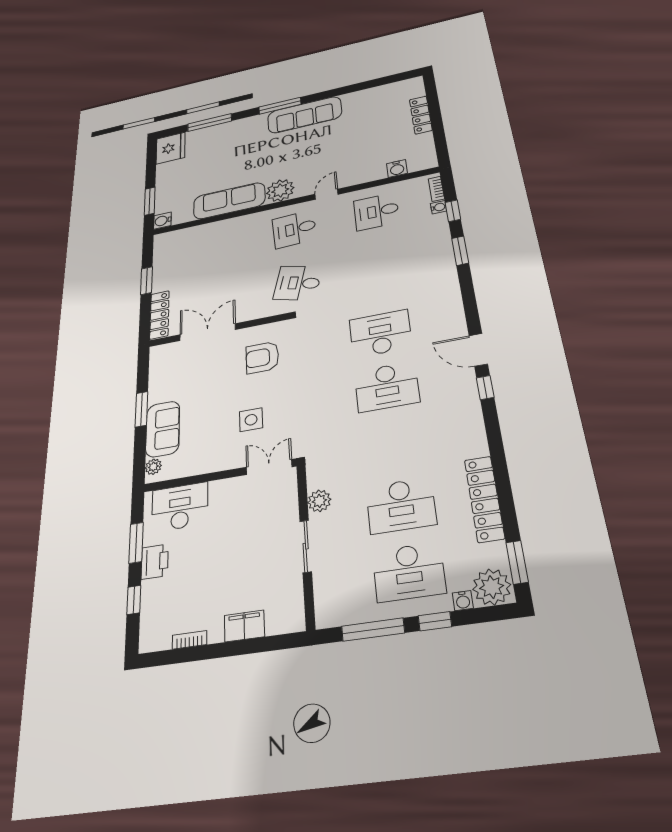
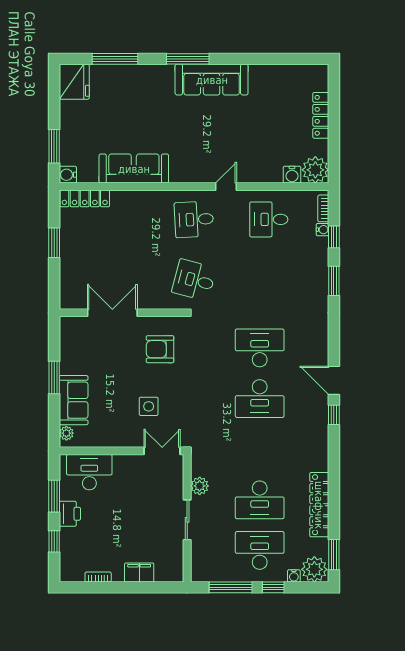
plant: (280, 191) -> (315, 170), moved
locker: (159, 315) -> (85, 199), moved, turned 90
desk: (409, 572) -> (260, 550), turned 180

